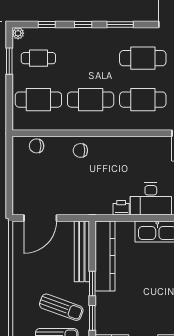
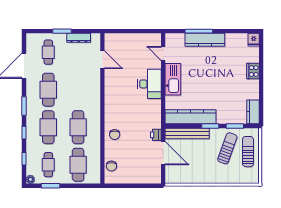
cafe table: (143, 100) -> (48, 127), moved
printer: (121, 208) -> (156, 135), moved
door: (40, 218) -> (163, 153), moved

